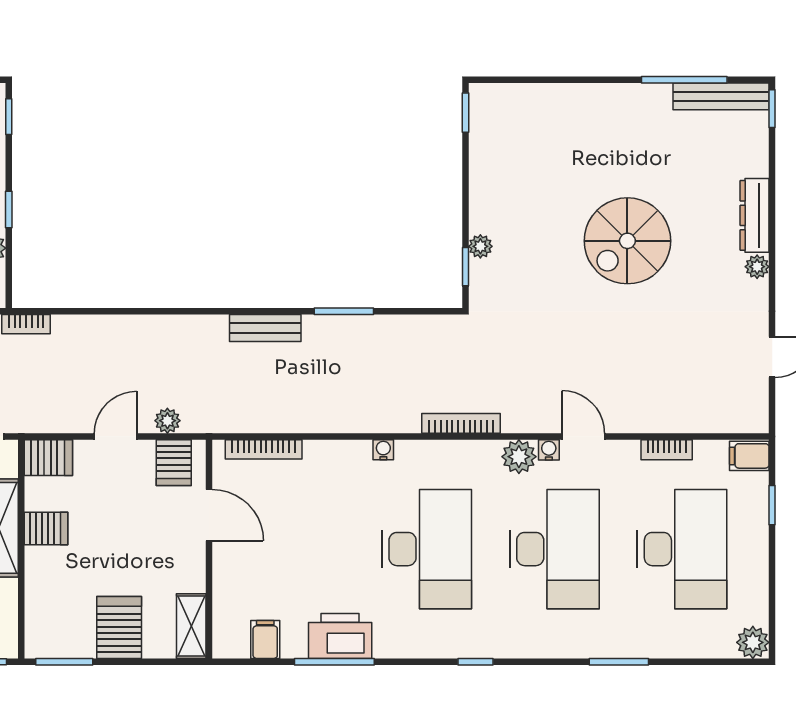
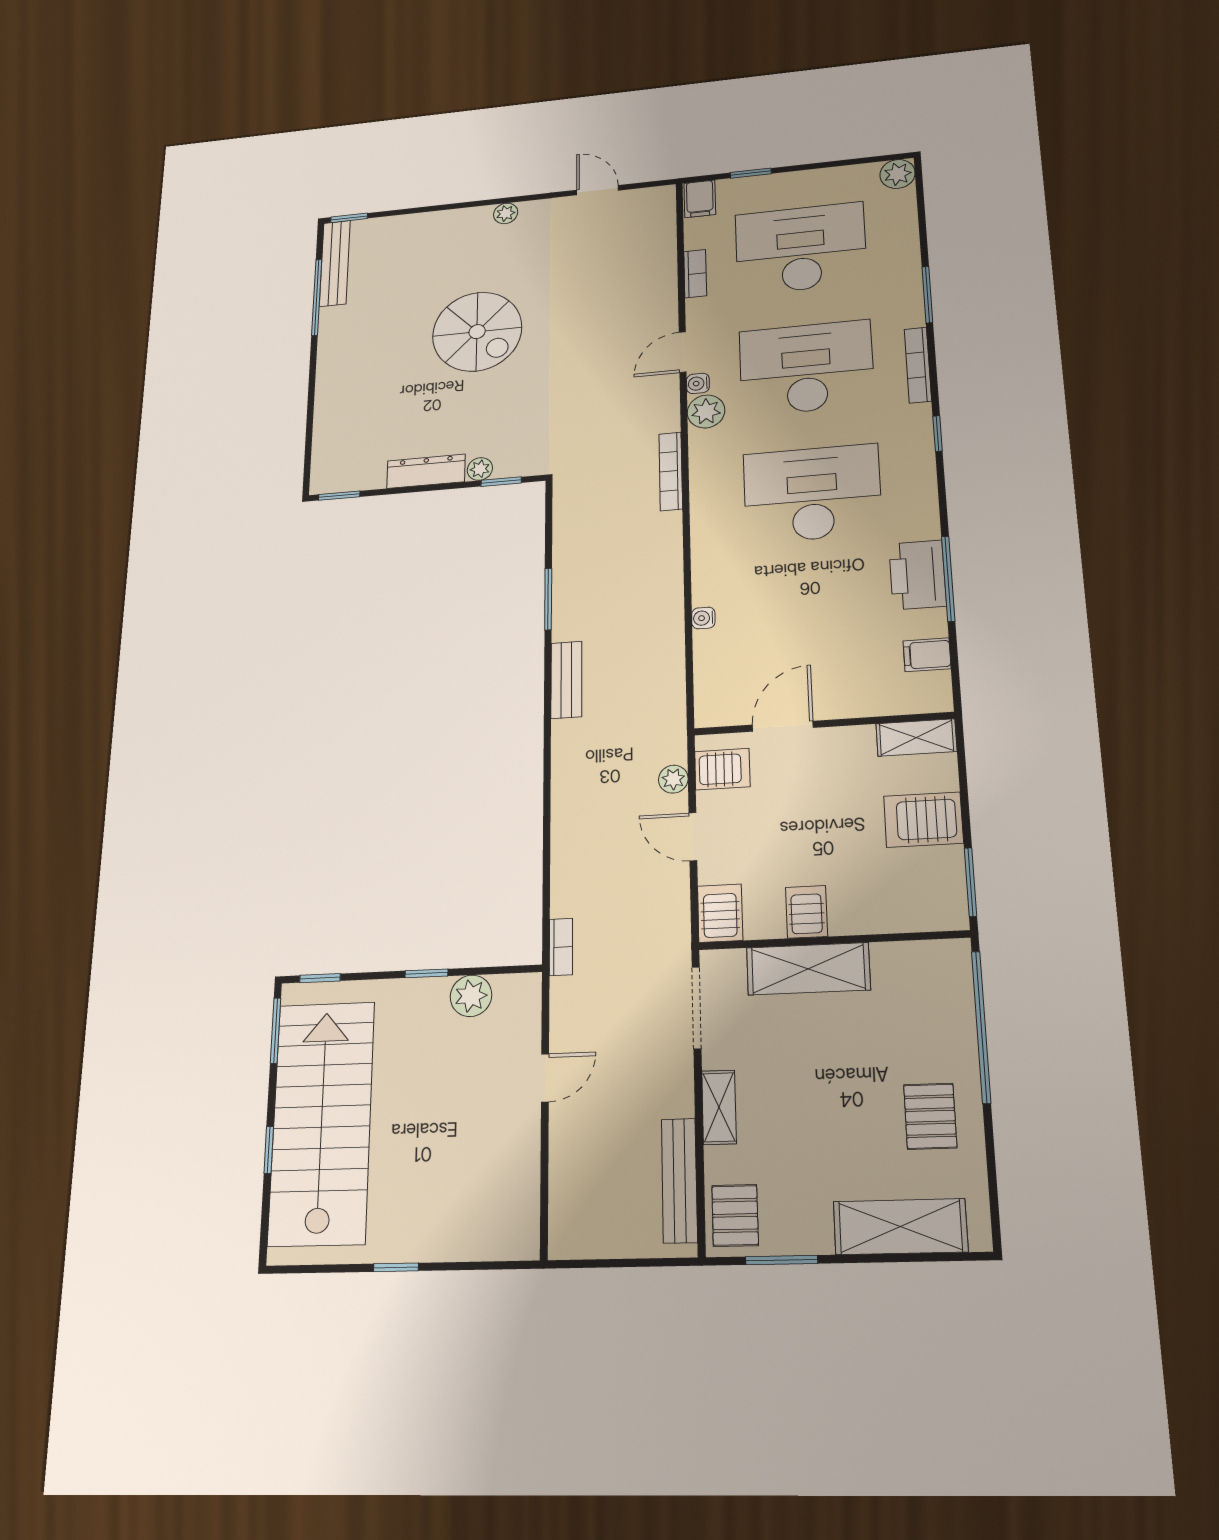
dresser: (754, 215) -> (426, 471), moved, turned 180
bookcase: (264, 449) -> (918, 365), moved, turned 180
water cooler: (383, 450) -> (703, 618), moved

